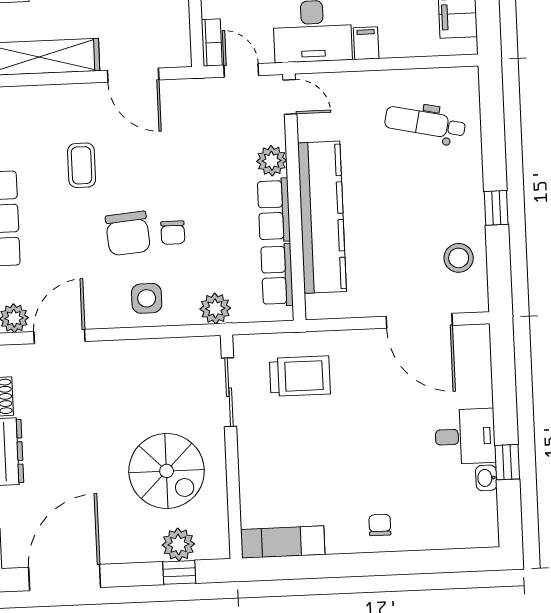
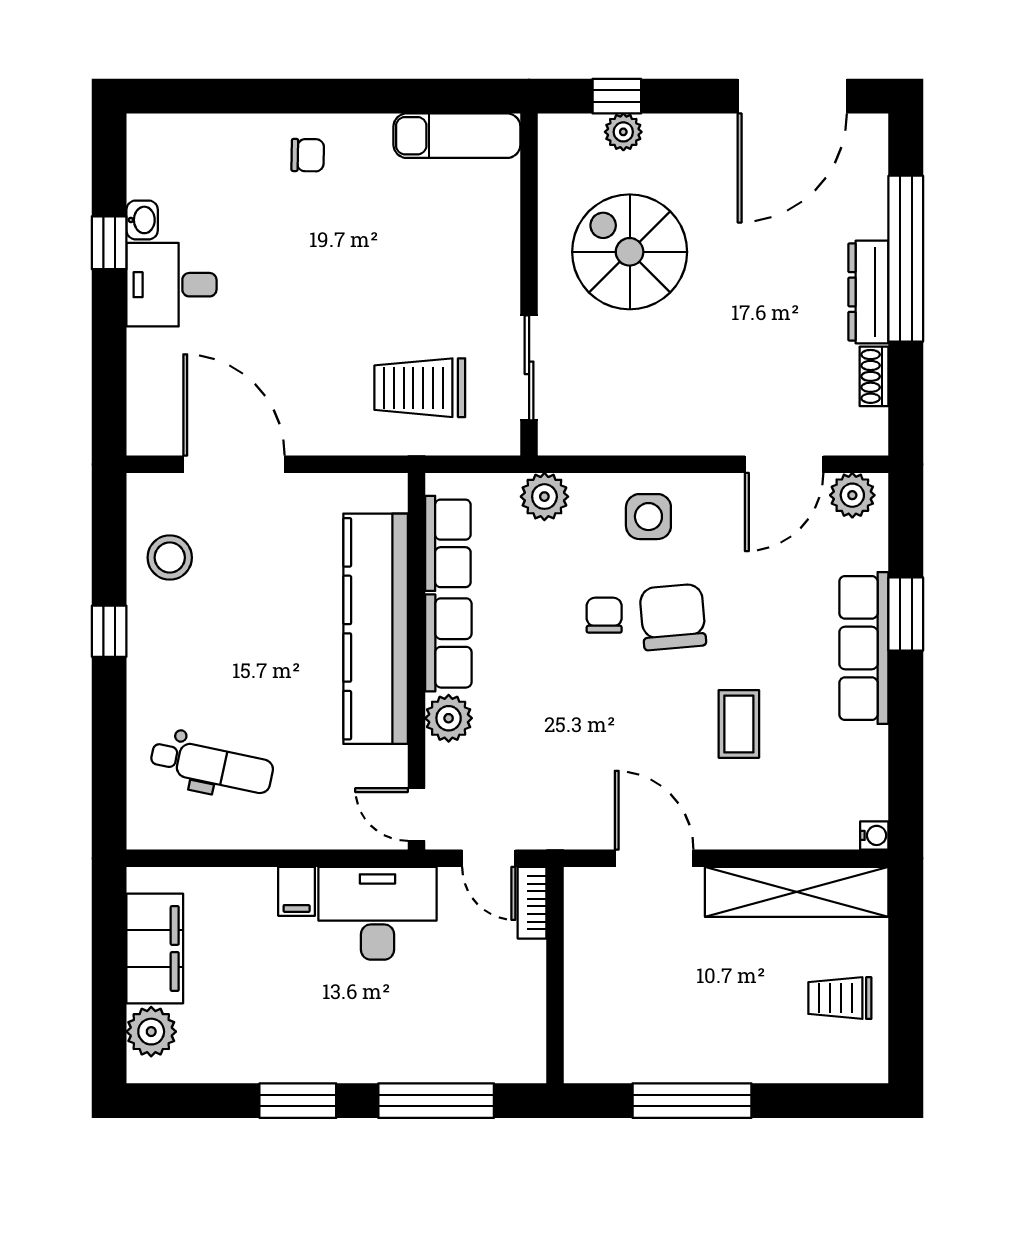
chair: (380, 525) -> (308, 155), turned -89
plant: (178, 545) -> (623, 132), width x0.73, depth x0.73

